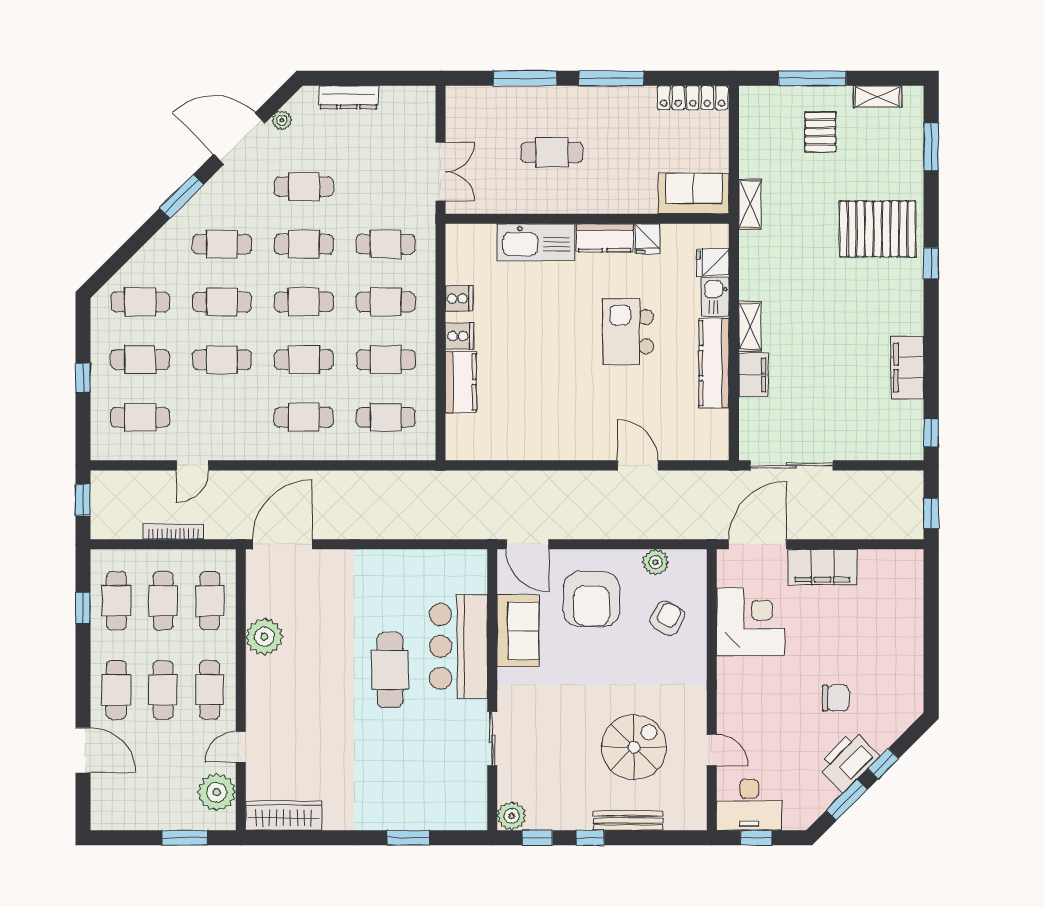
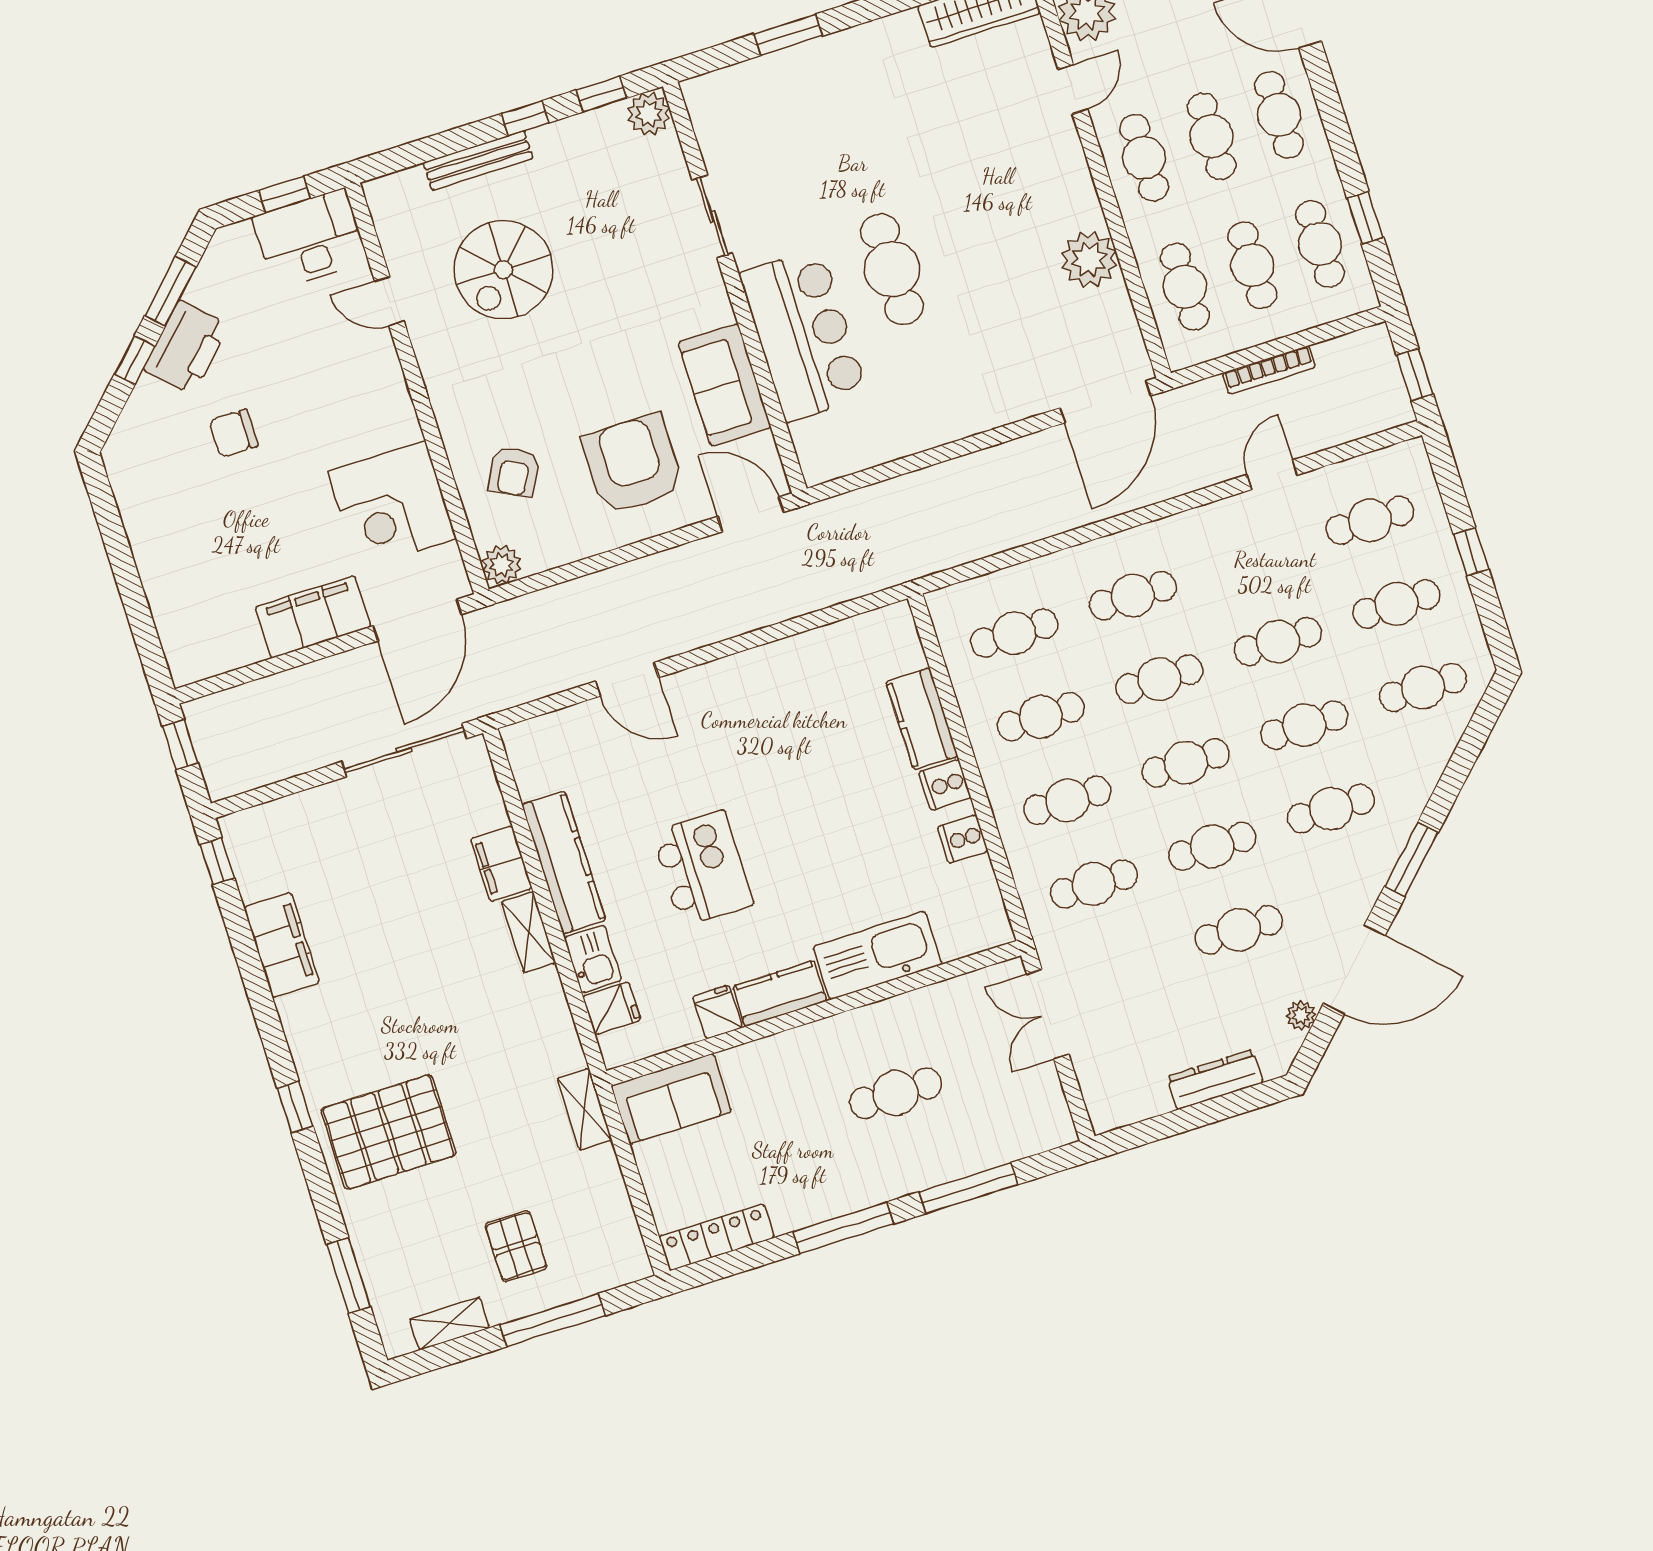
plant: (656, 562) -> (502, 565), moved

